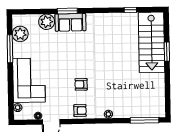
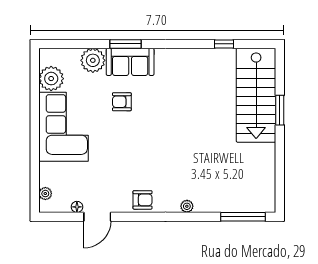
window: (10, 49) -> (35, 101), removed
corner sofa: (29, 80) -> (64, 127), moved
armchair: (81, 84) -> (122, 102), moved

